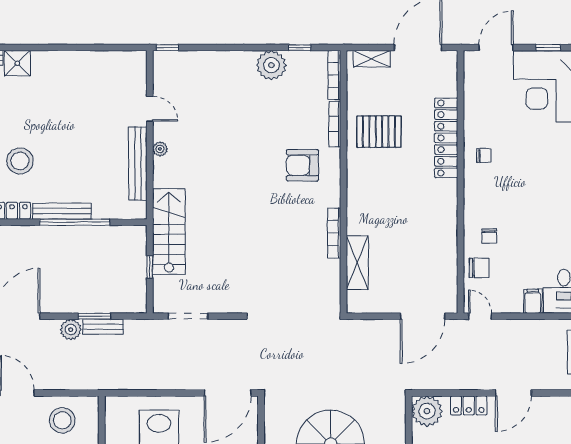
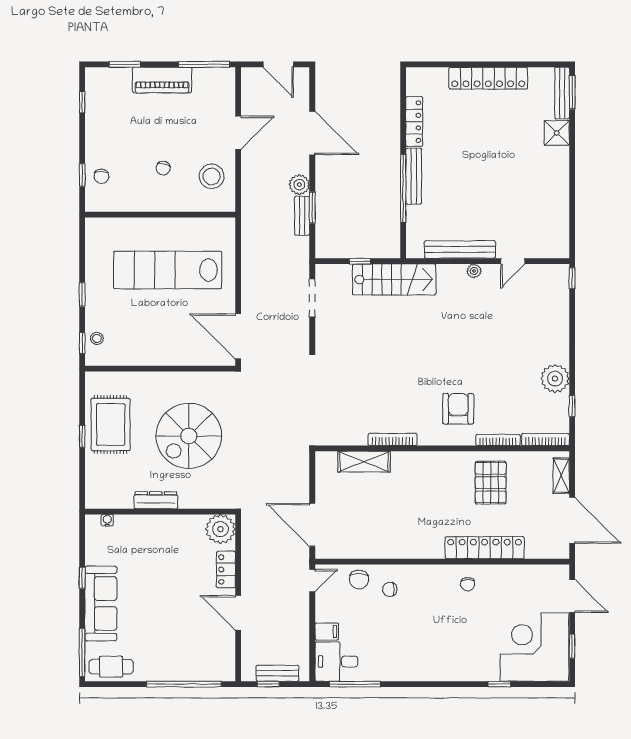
stool: (20, 161) -> (462, 136), removed

